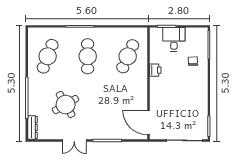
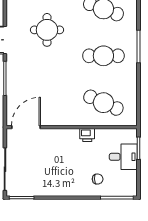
round table: (66, 105) -> (47, 30), turned 30

